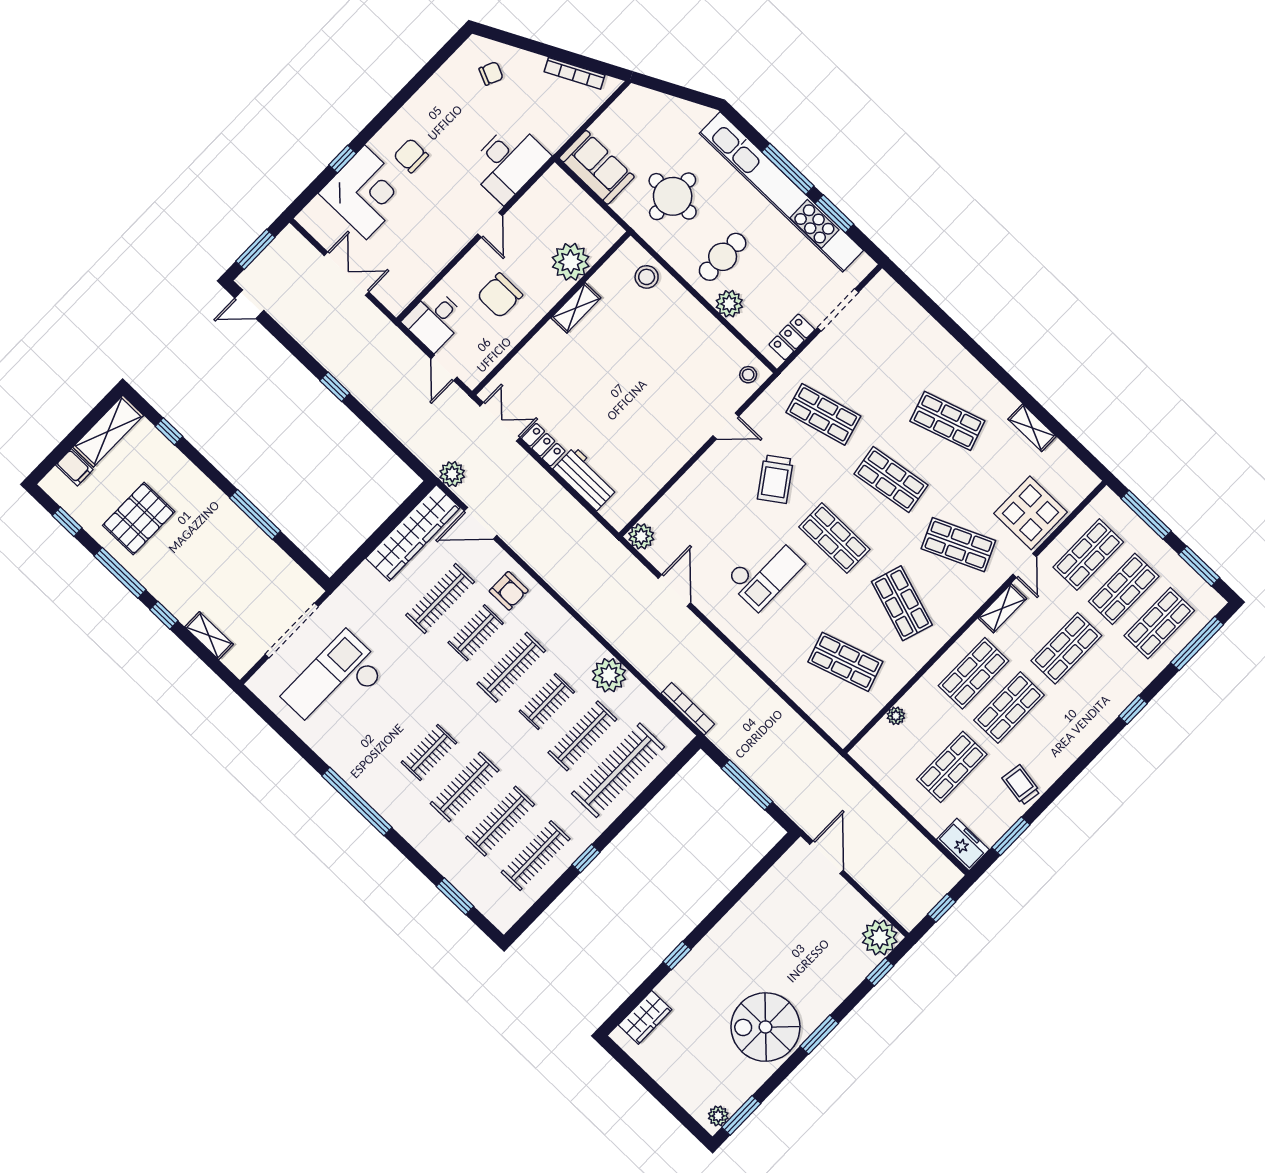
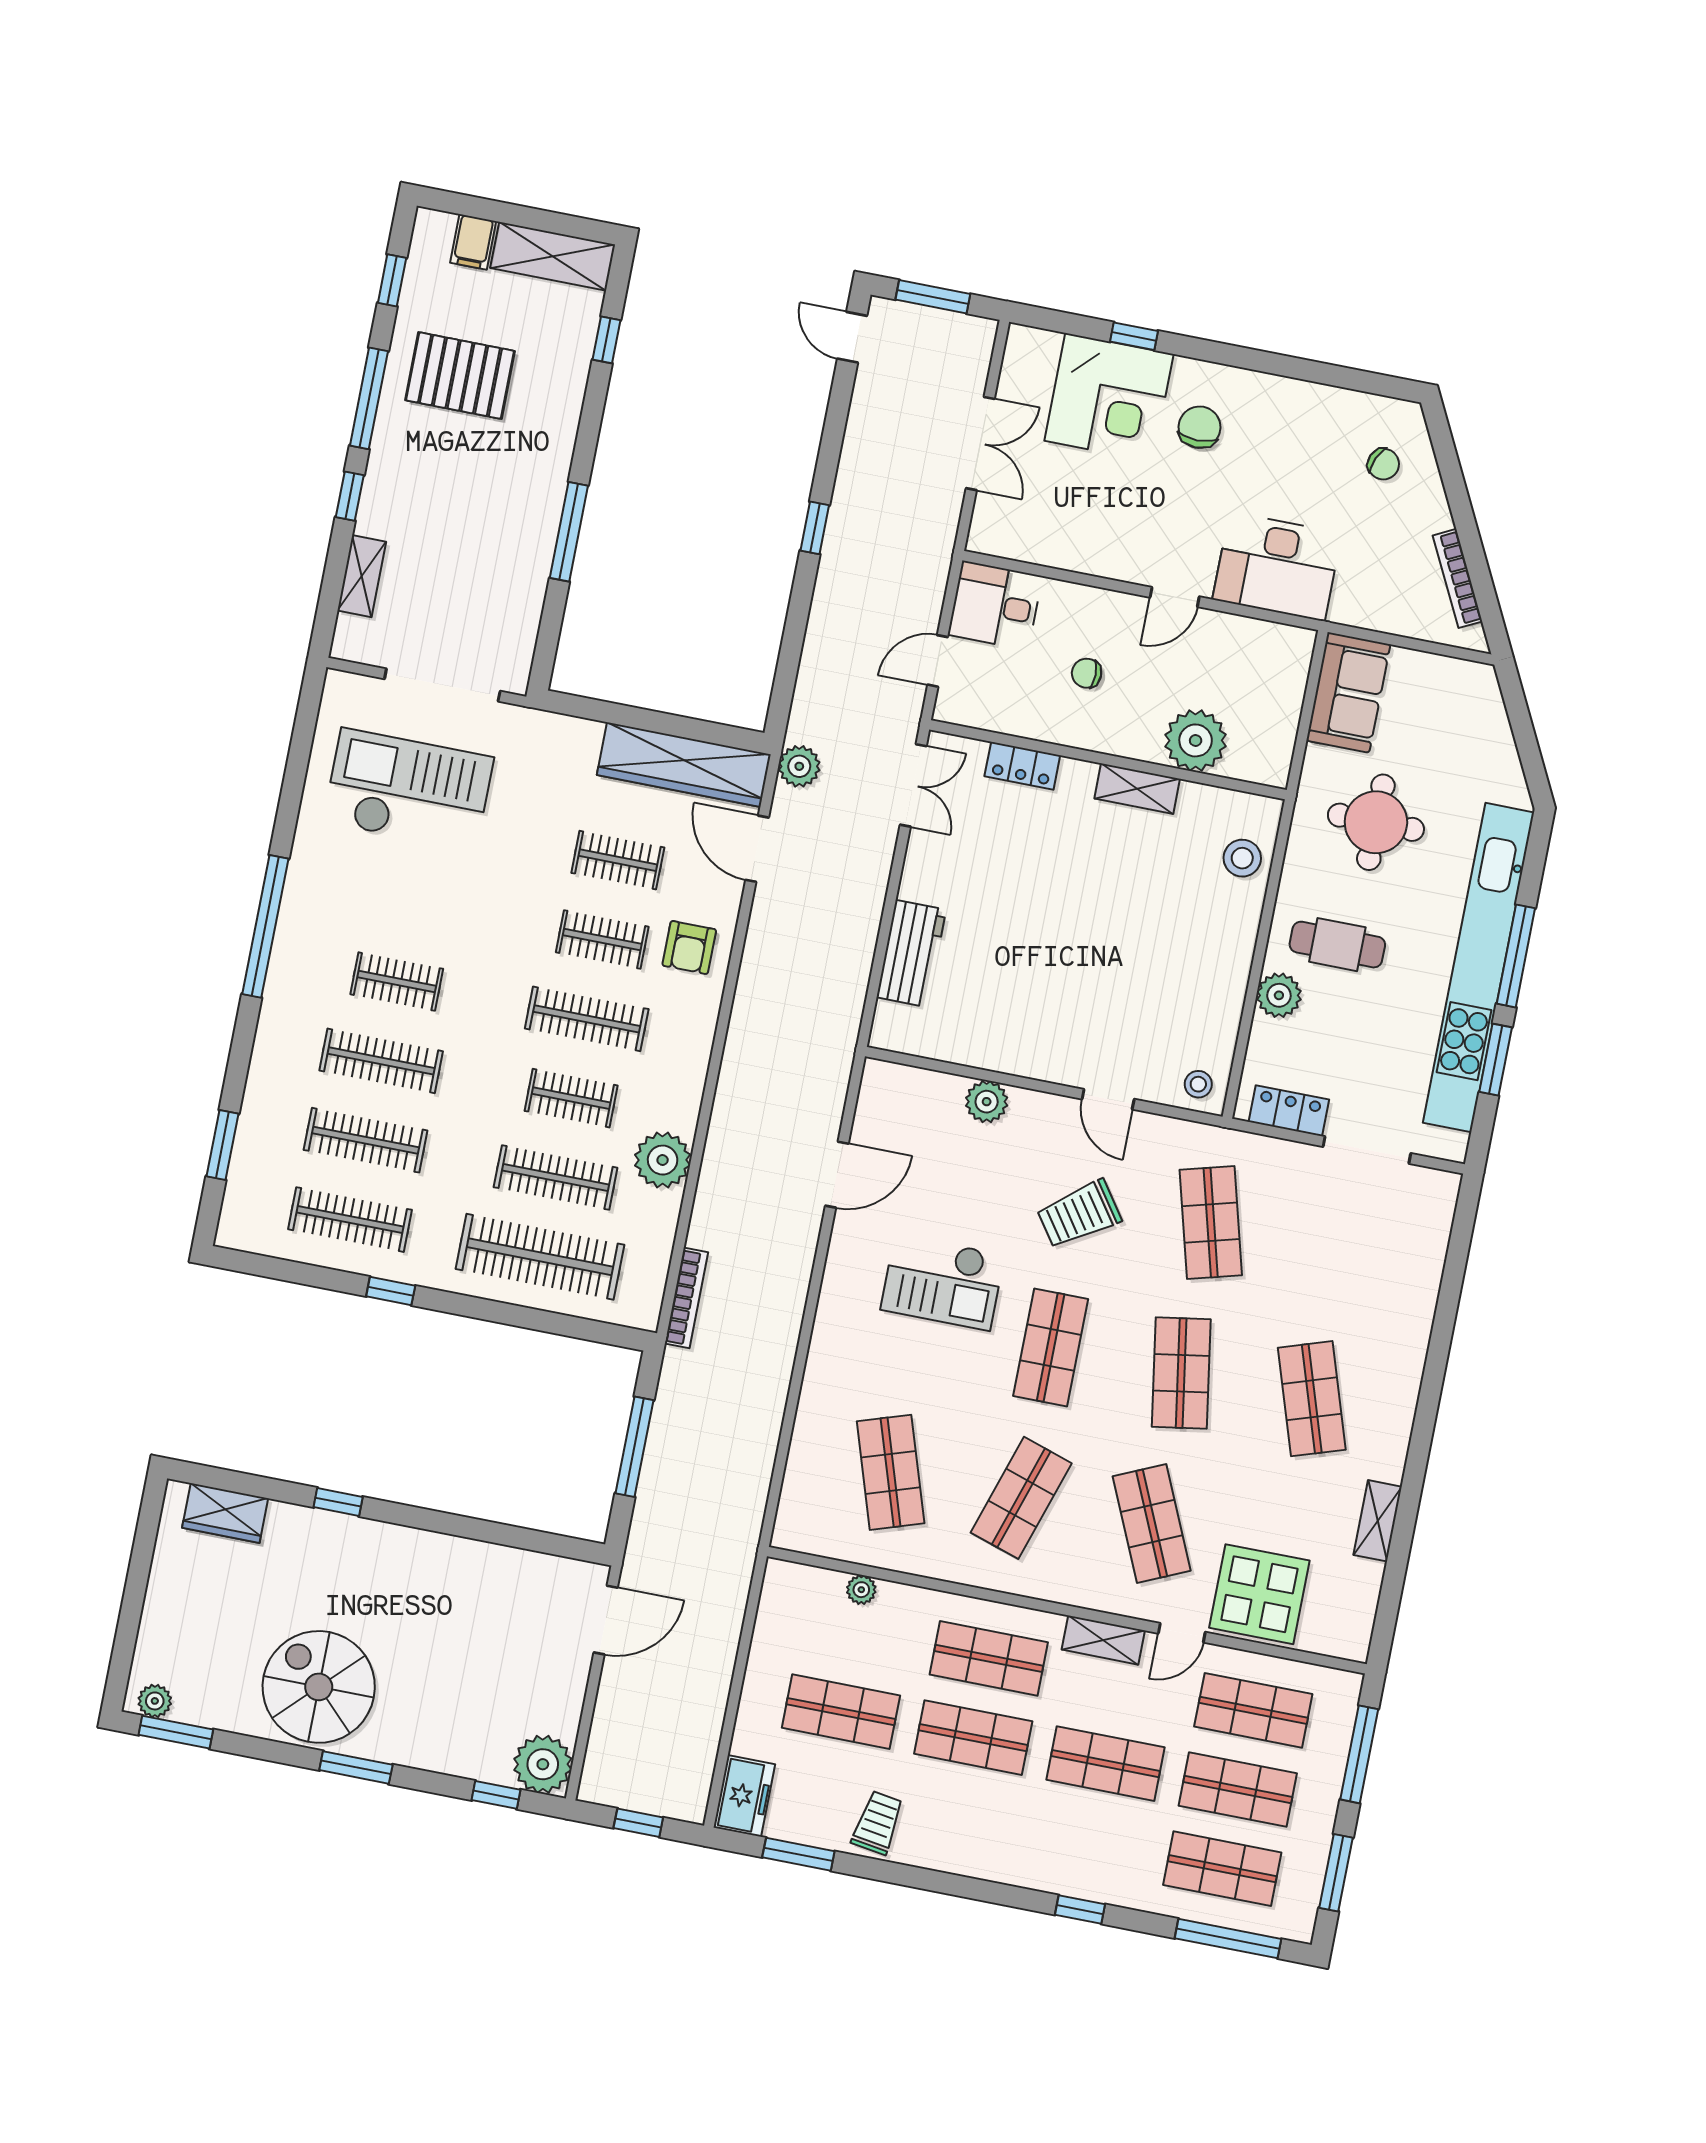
chair: (500, 295) -> (1087, 673), width x0.54, depth x0.54
locker: (543, 445) -> (1022, 766), moved, turned 90
plant: (641, 536) -> (987, 1102), moved
clothes rail: (440, 598) -> (618, 860), width x0.73

